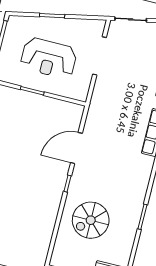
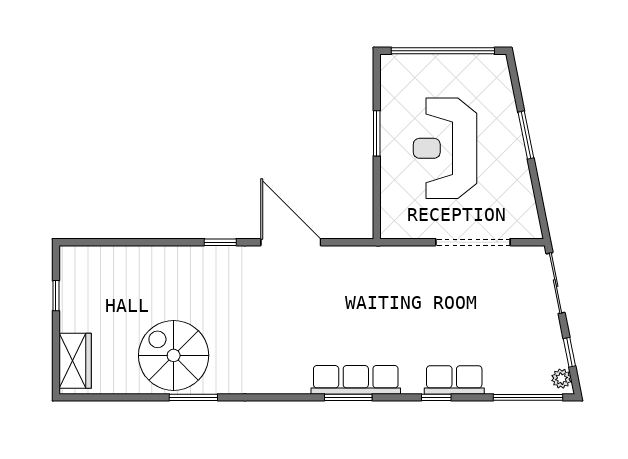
spiral stairs: (91, 220) -> (174, 355), moved

